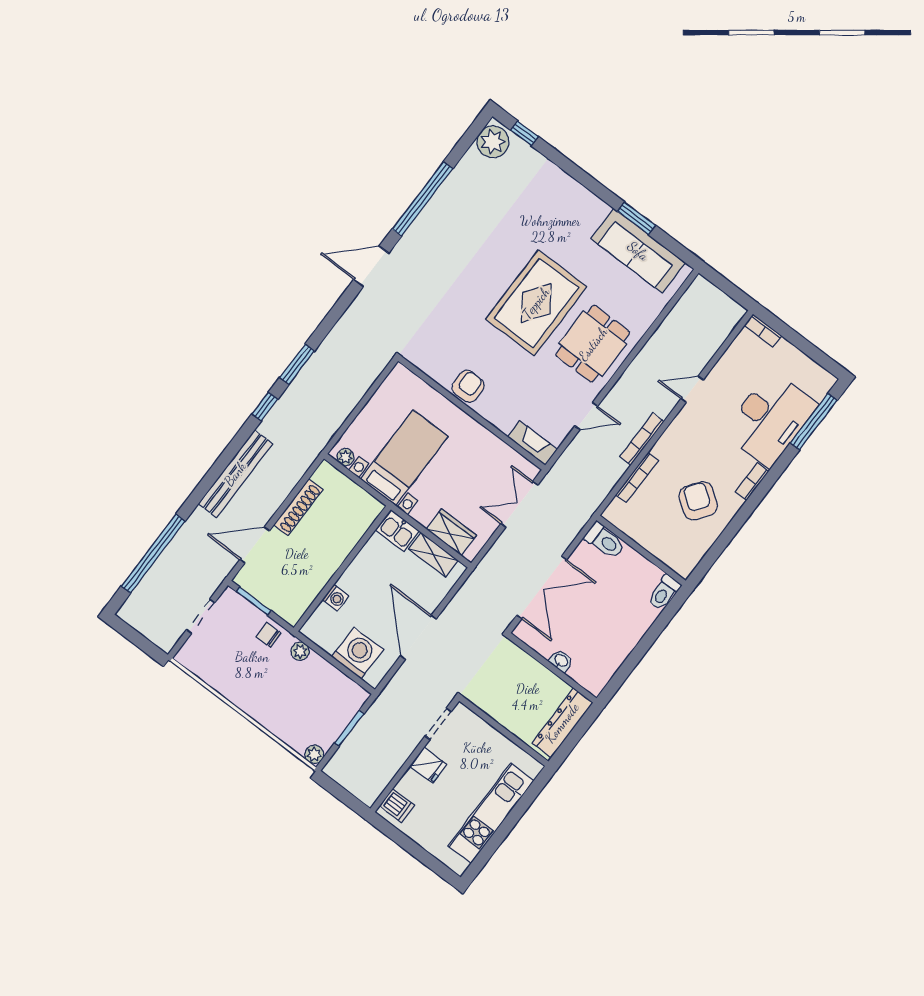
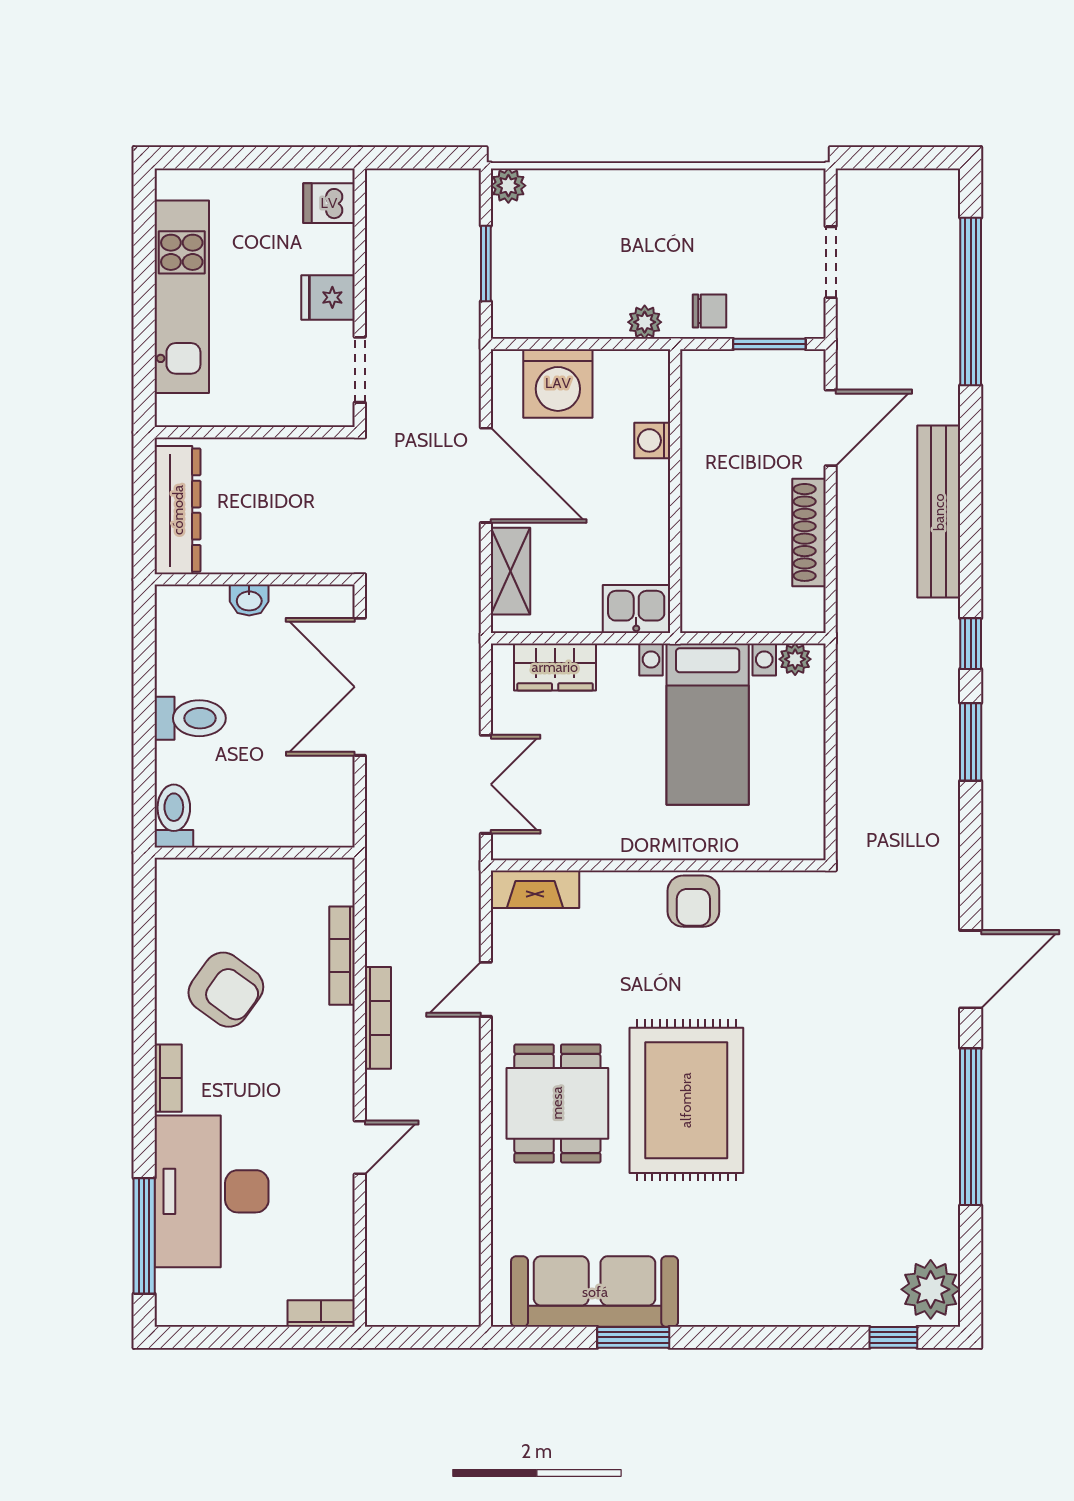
toilet: (605, 541) -> (190, 718), moved, turned 180
shelving: (433, 555) -> (511, 571), moved, turned 90

